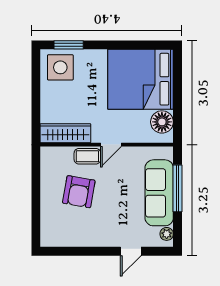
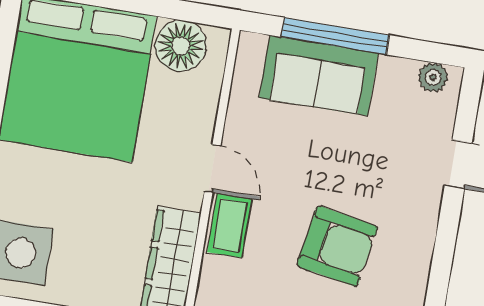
armchair: (79, 192) -> (337, 246), moved
sofa: (159, 193) -> (319, 75), width x0.73

